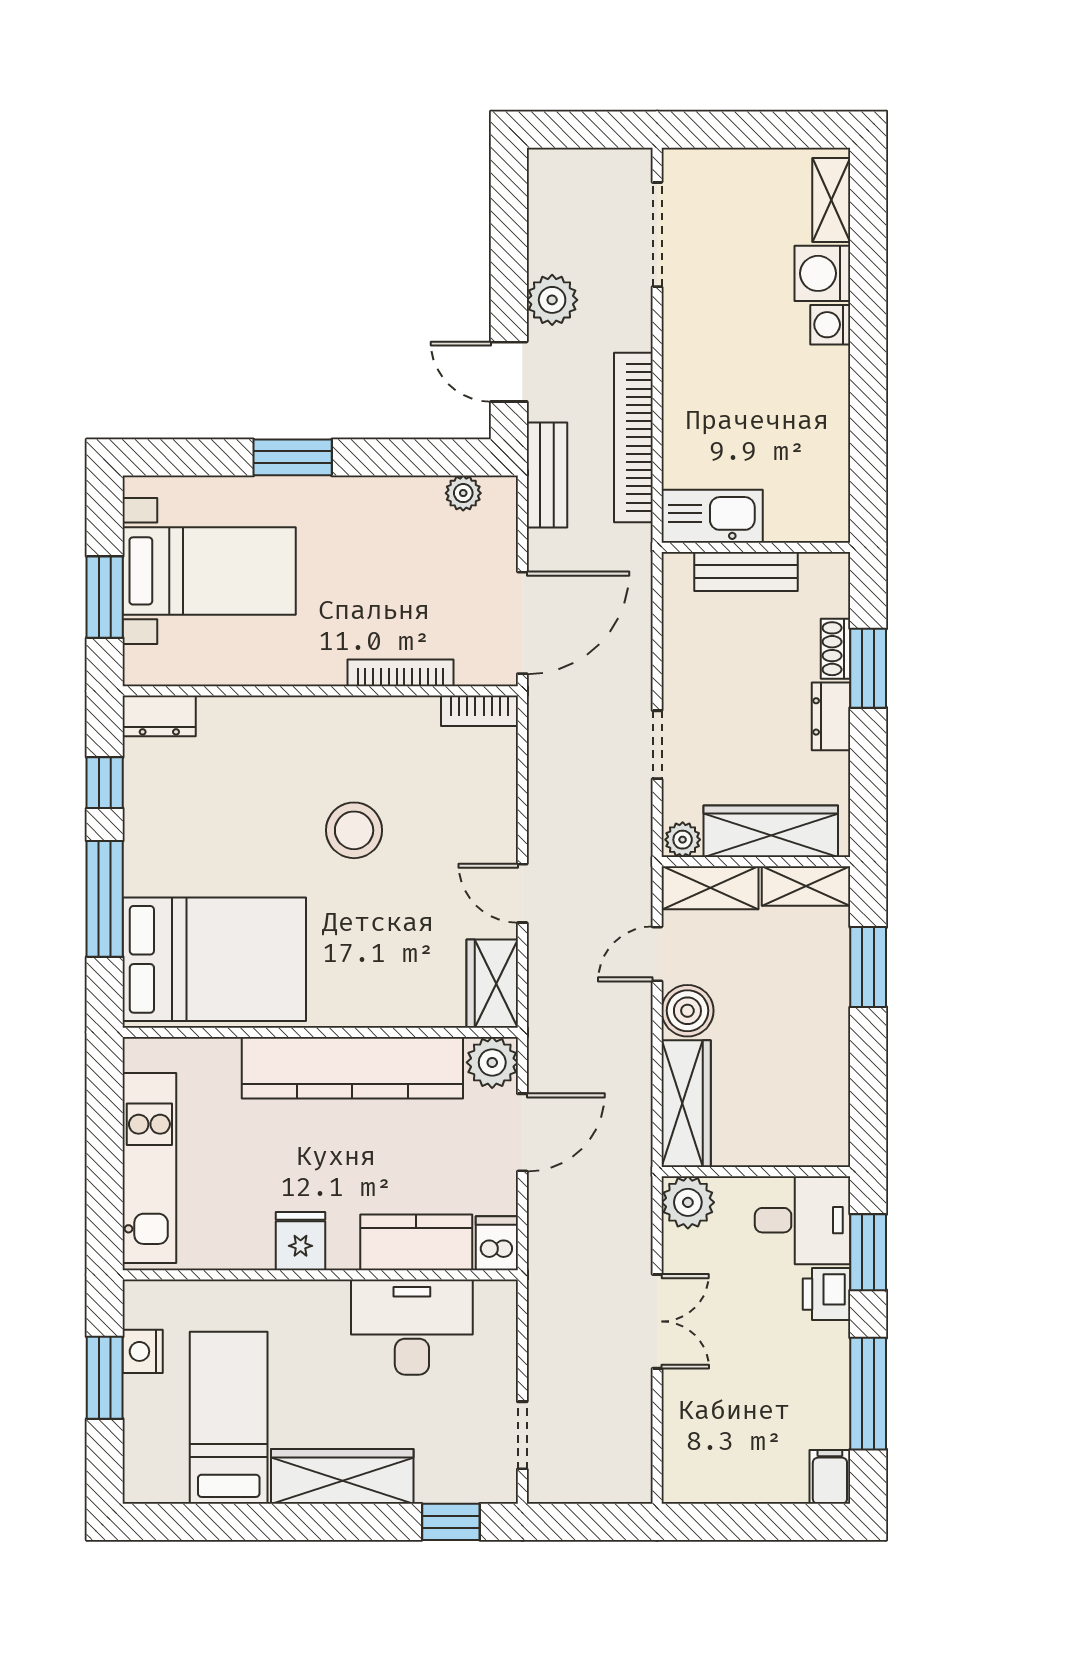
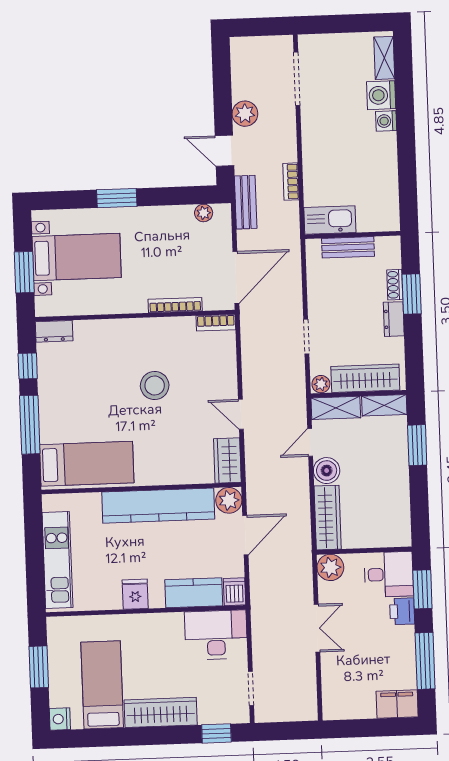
bookcase: (633, 437) -> (291, 182), width x0.43, depth x0.76
bed: (214, 959) -> (87, 464), width x0.67
desk: (412, 1327) -> (216, 635), moved
nightstand: (143, 1351) -> (60, 719), moved
filing cabinet: (830, 1477) -> (397, 704), width x2.00

